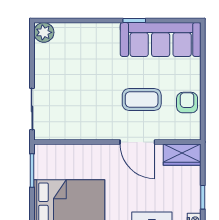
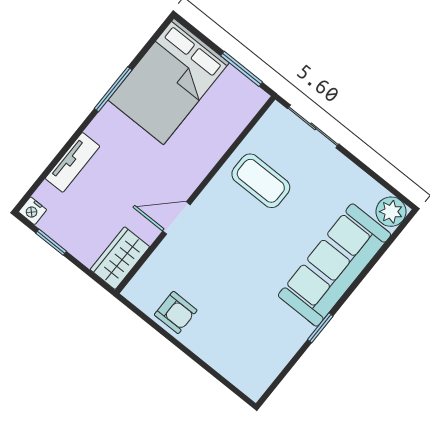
sofa: (161, 39) -> (334, 265), moved
coffee table: (142, 99) -> (261, 181), moved, turned 90
door: (137, 142) -> (176, 218), width x0.73

